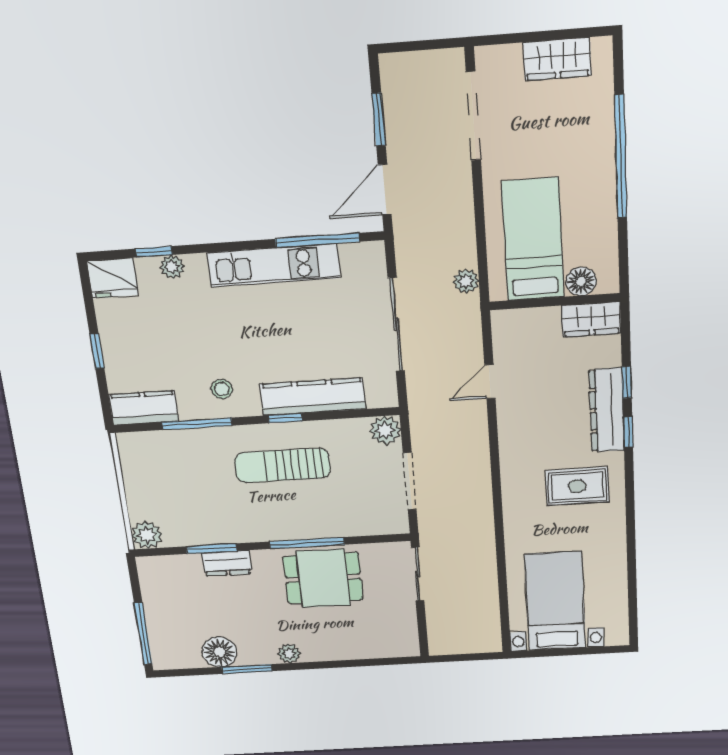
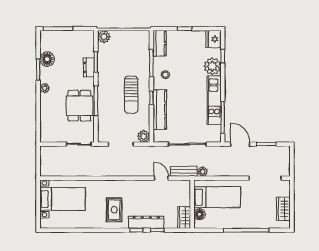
plant: (172, 267) -> (212, 66), width x1.87, depth x1.87
bench: (469, 329) -> (184, 171), added
sun lounger: (282, 465) -> (131, 95), turned 180

